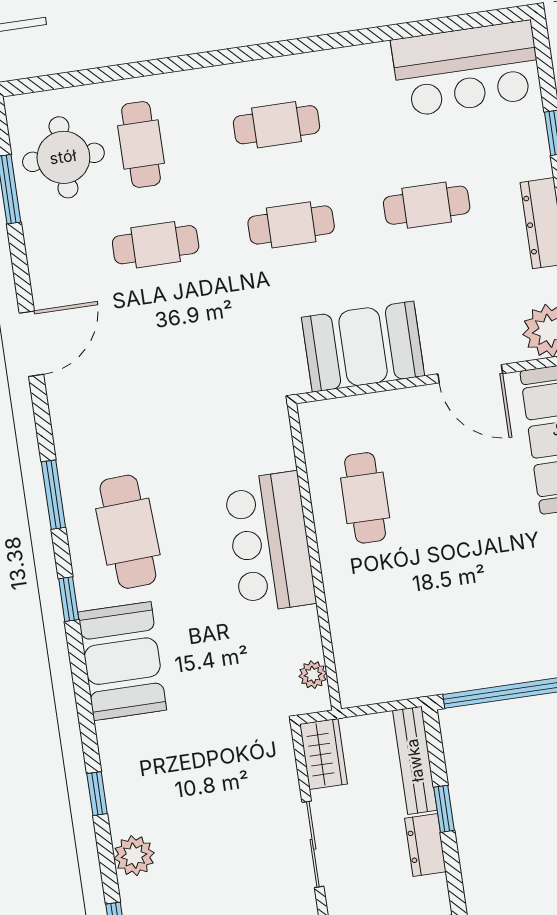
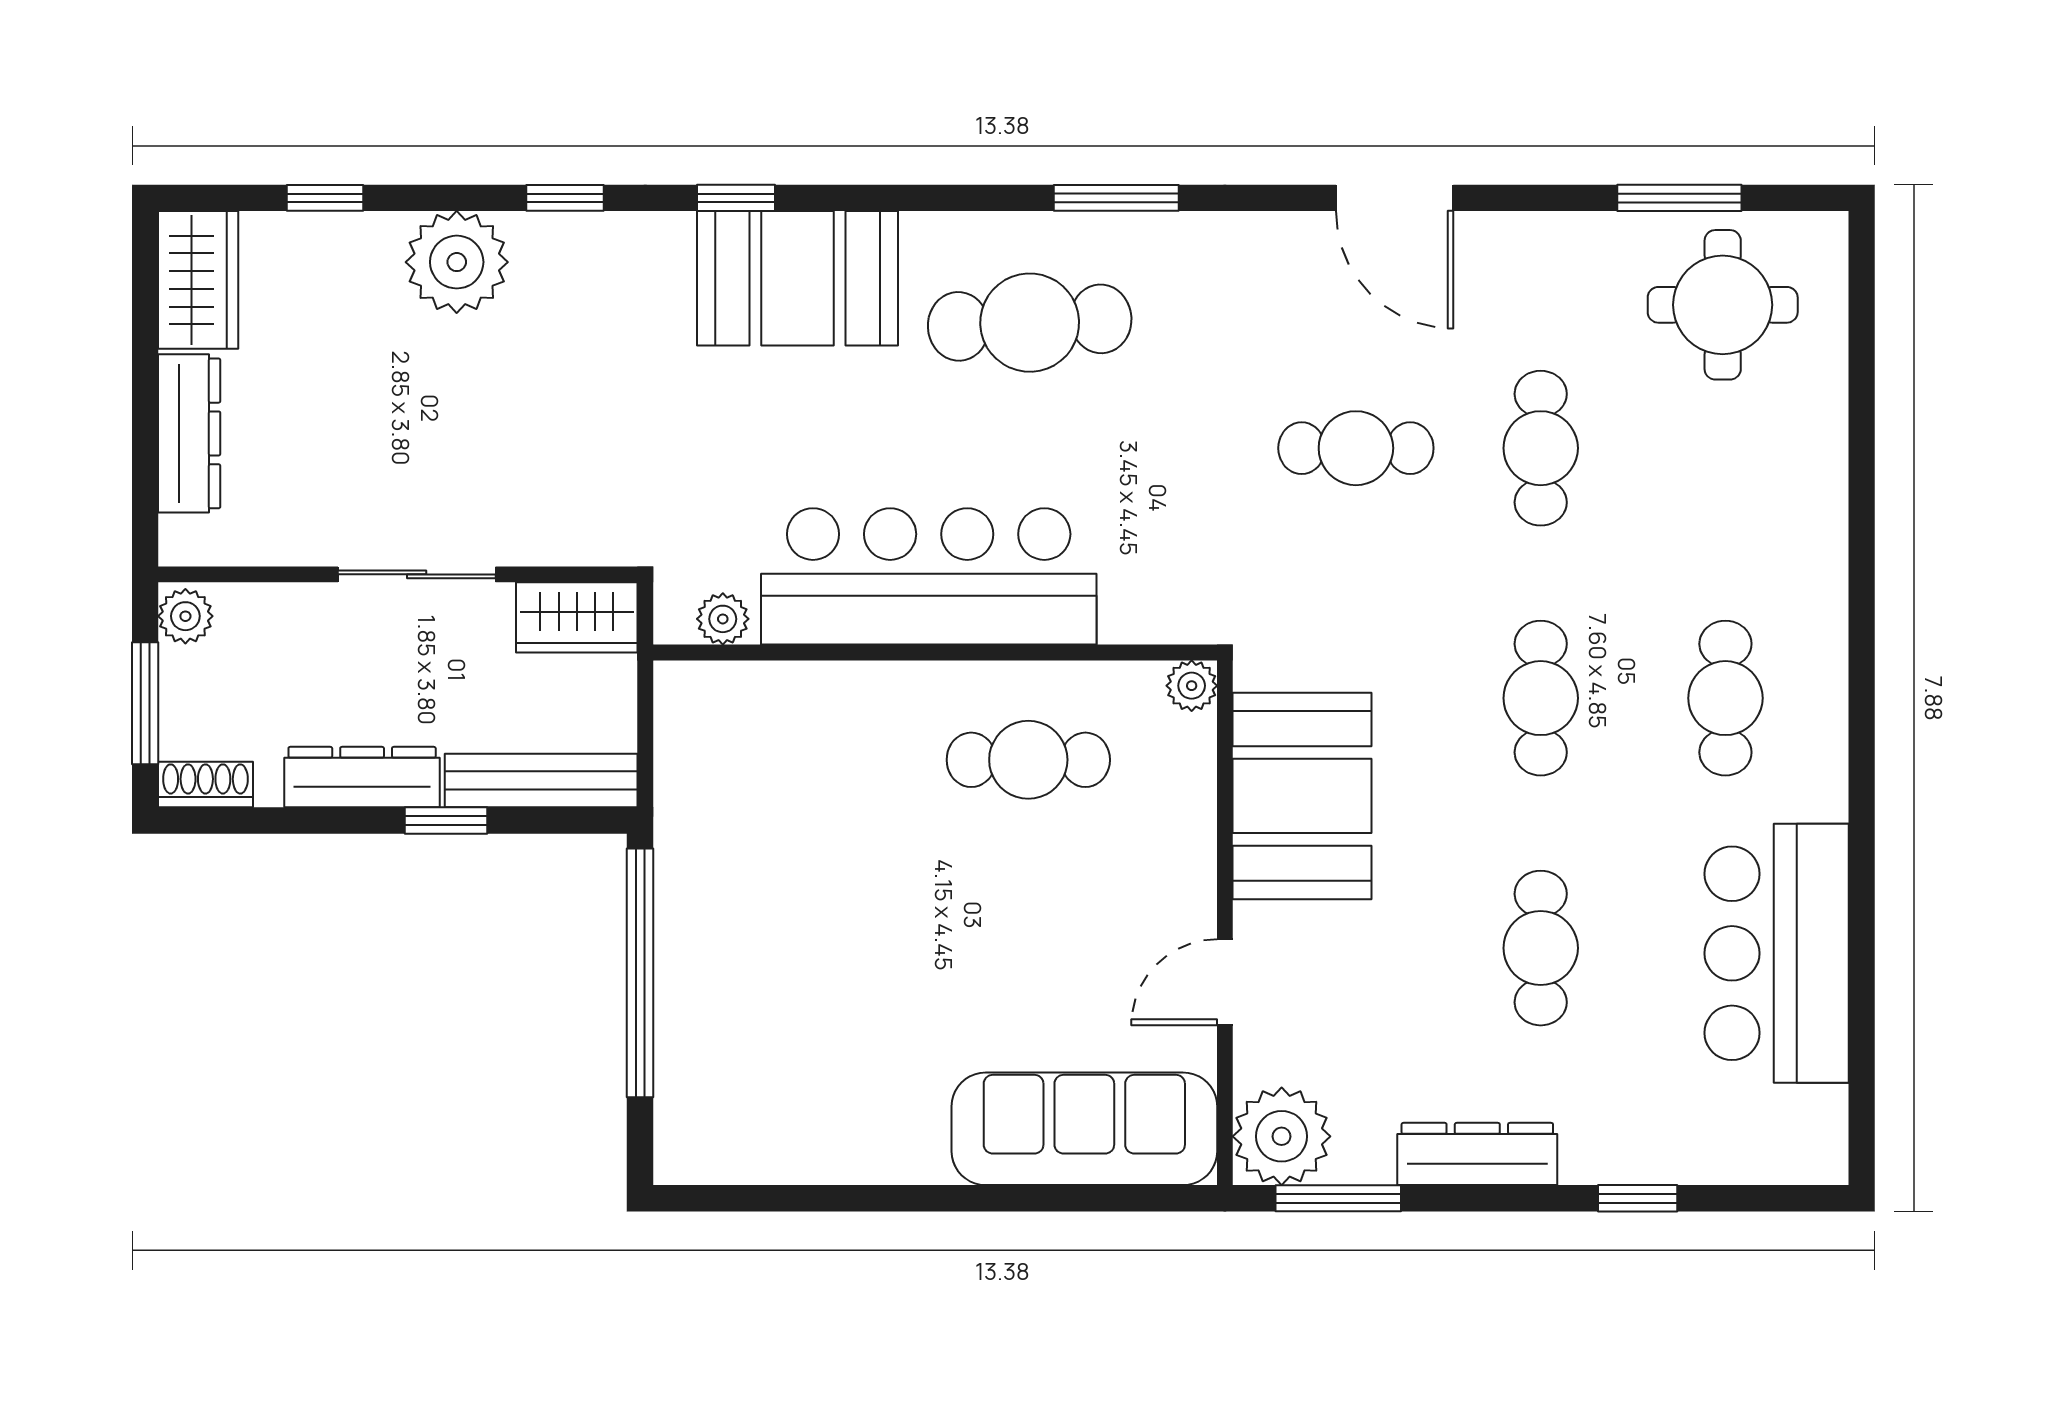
bar counter: (466, 69) -> (1777, 953), moved
cafe table: (141, 145) -> (1356, 448), moved
door: (470, 374) -> (1225, 982), width x0.73
plant: (312, 415) -> (1192, 686), added
bar counter: (270, 542) -> (929, 576), width x1.36
window: (69, 599) -> (736, 198), moved
dresser: (425, 845) -> (362, 777), width x1.44
plant: (134, 856) -> (457, 262), width x1.36, depth x1.36

